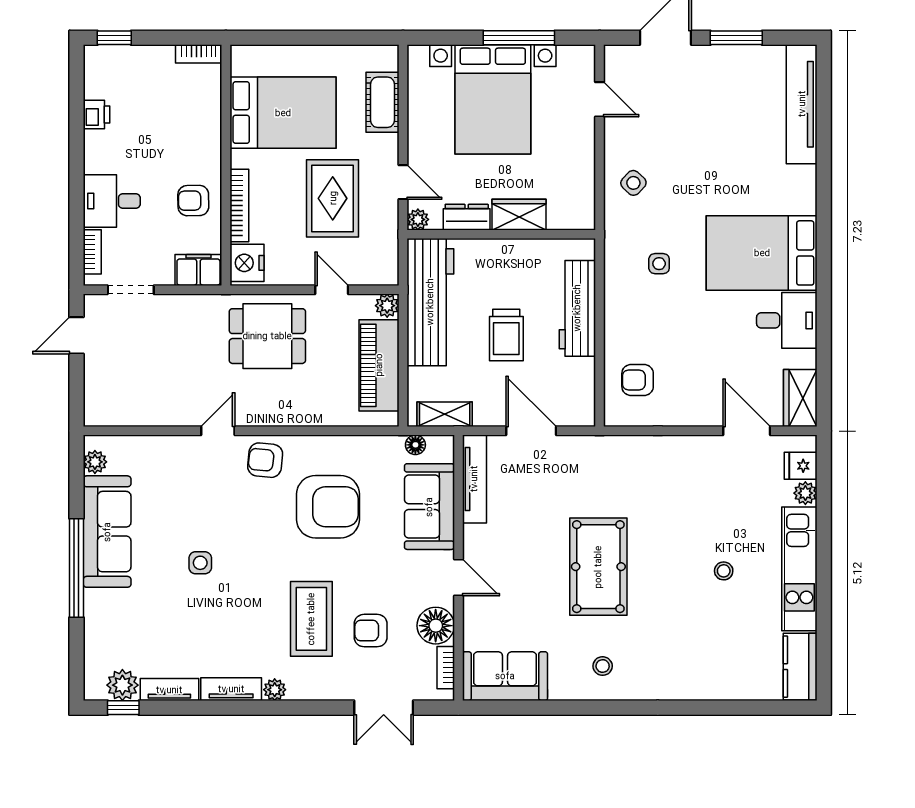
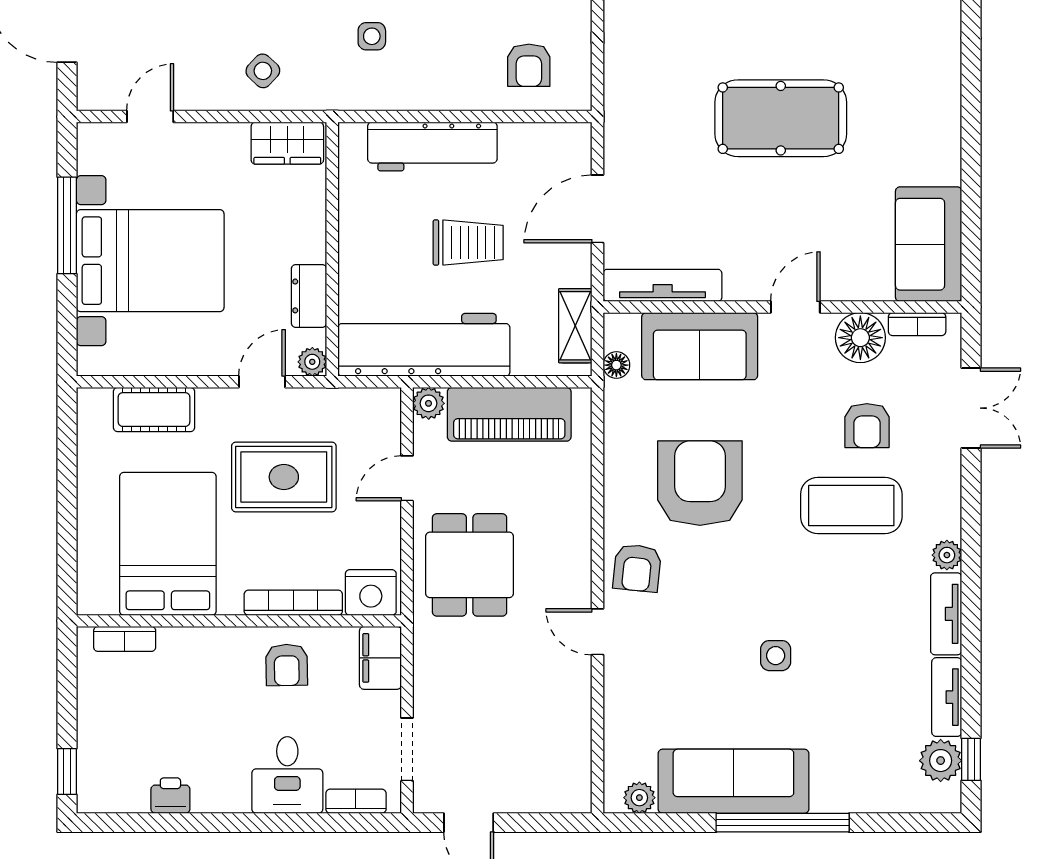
bookcase: (199, 54) -> (125, 639), moved, turned 90
wardrobe: (519, 215) -> (287, 143), moved, turned -90
stool: (603, 666) -> (915, 112), removed

